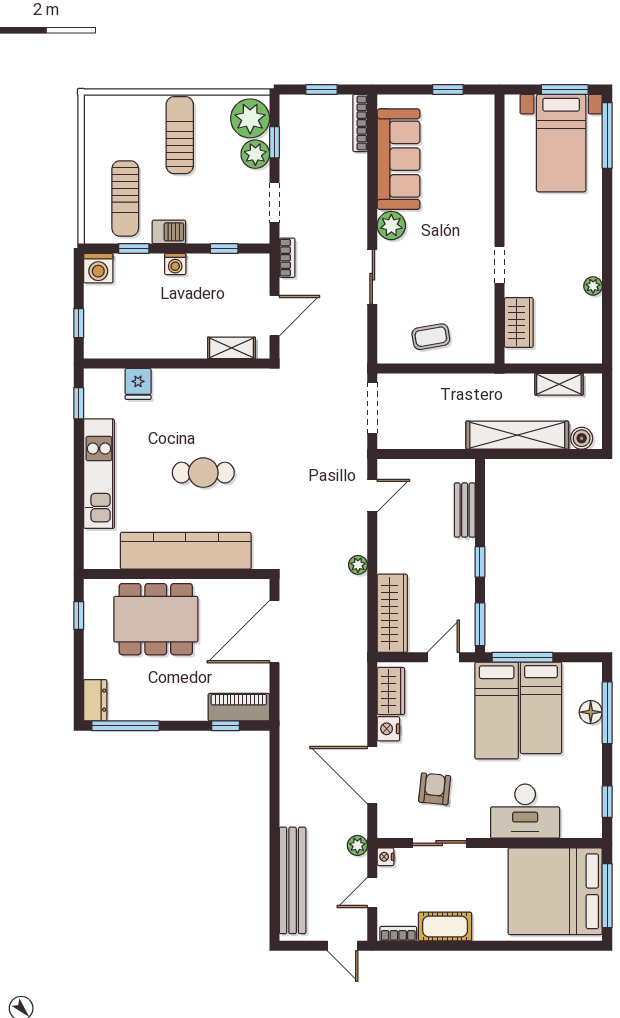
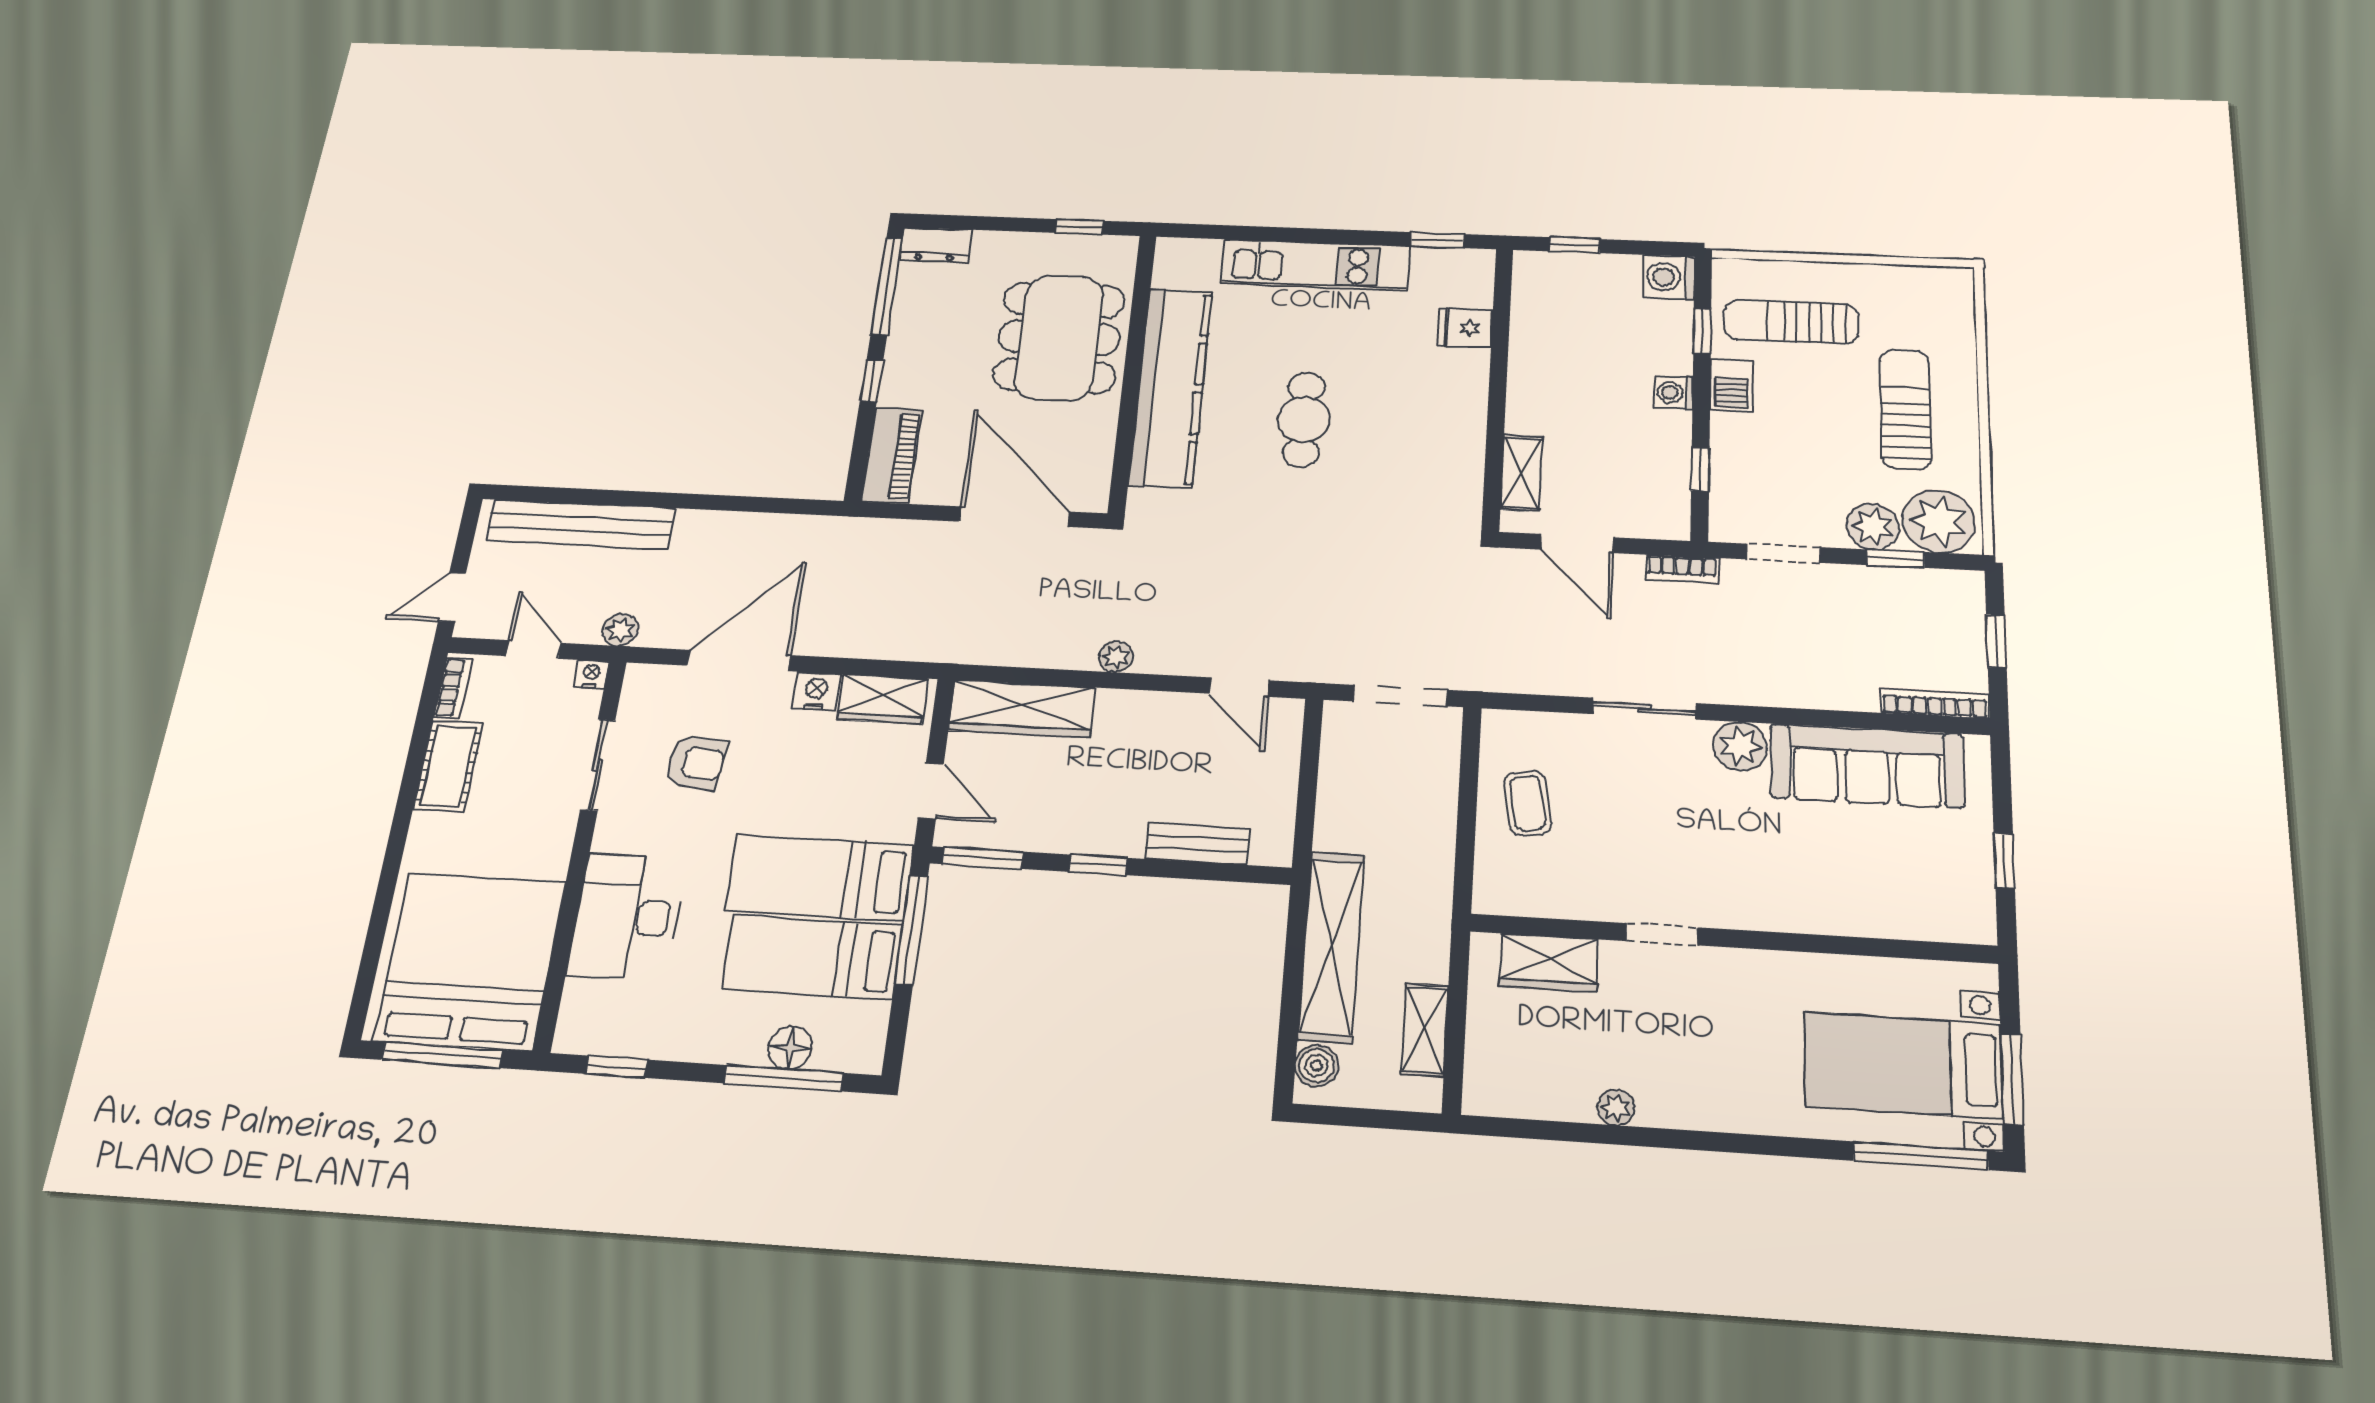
sun lounger: (180, 135) -> (1905, 409), turned -90
window: (225, 726) -> (872, 381), moved

